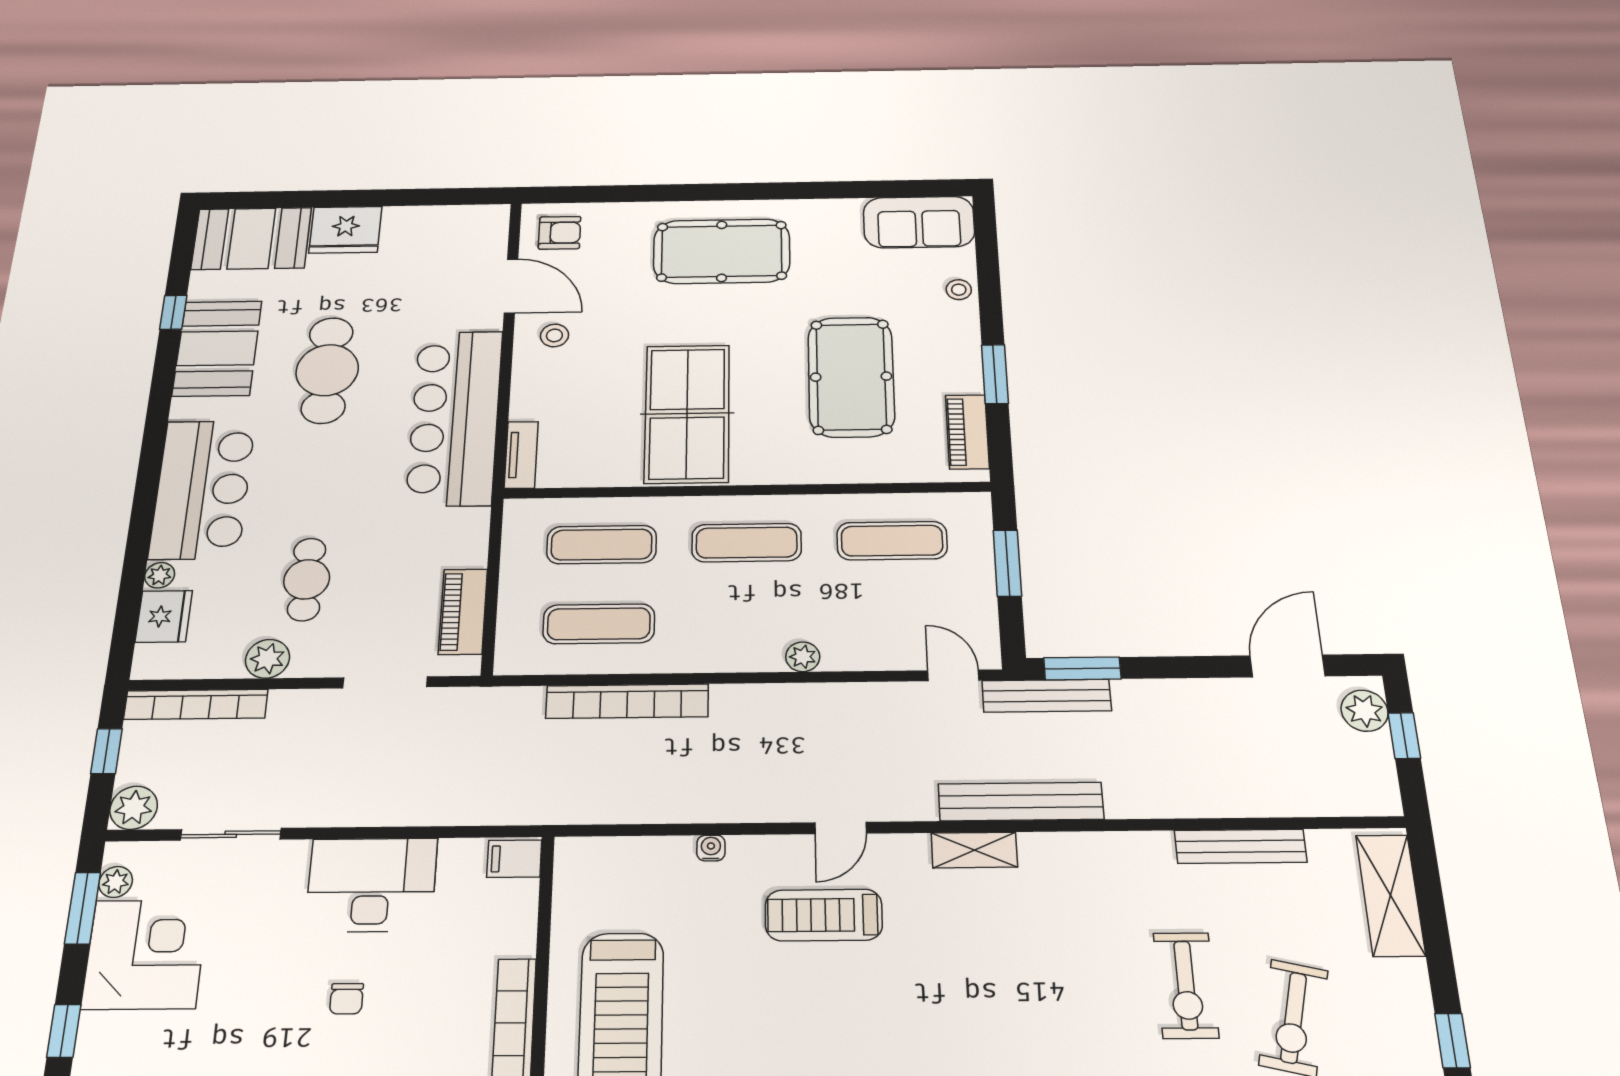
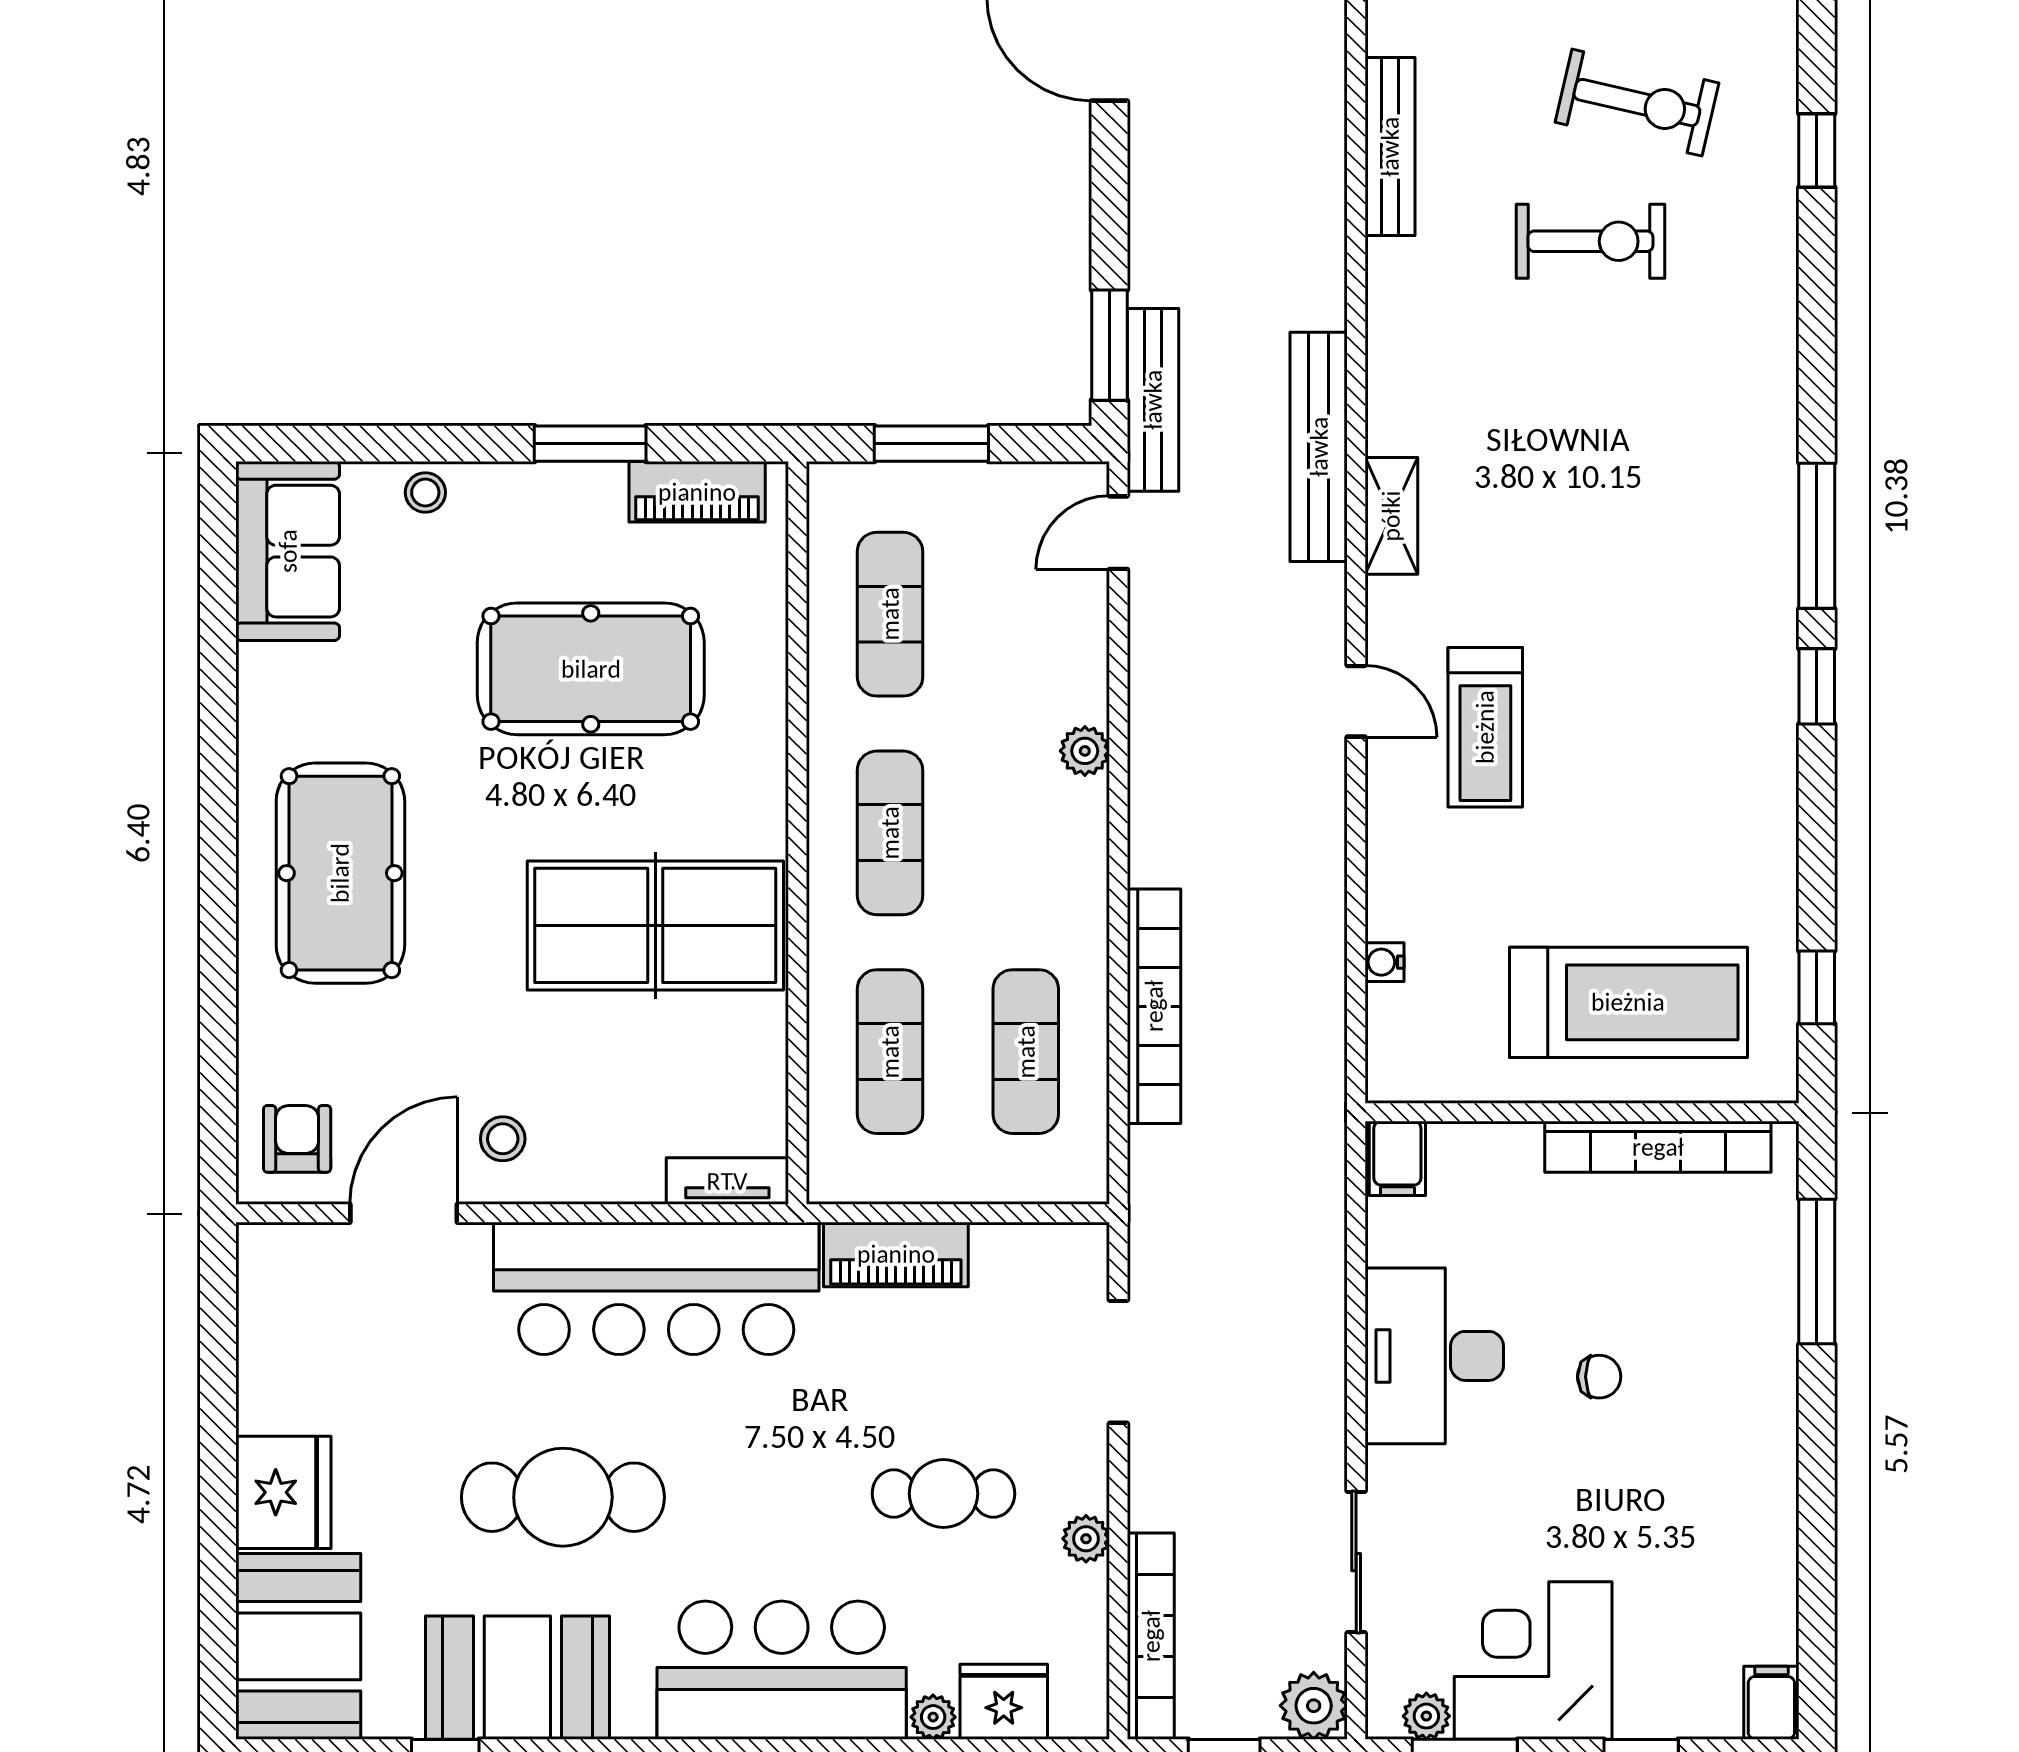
piano: (463, 612) -> (896, 1254), moved
plant: (267, 659) -> (1086, 1539), width x0.73, depth x0.73
water cooler: (711, 848) -> (1384, 962), moved

